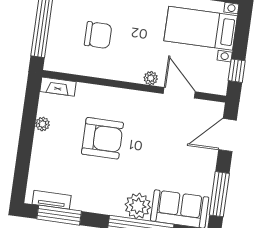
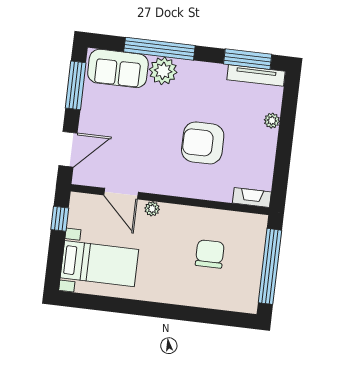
chair: (98, 35) -> (210, 254), turned 90
plant: (43, 124) -> (272, 121), moved
tv unit: (52, 200) -> (256, 75), width x1.41

